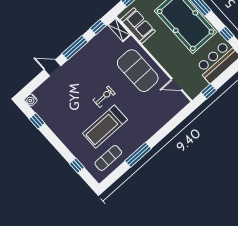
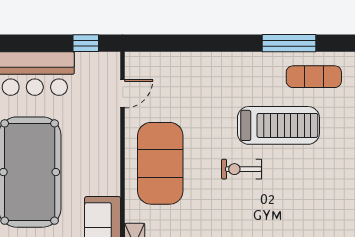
door: (177, 84) -> (123, 94), hinge flipped
window: (138, 155) -> (289, 43), moved

